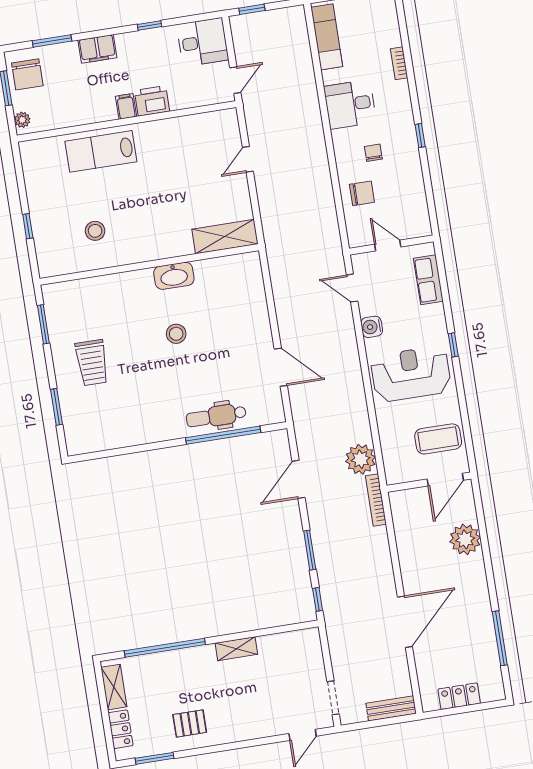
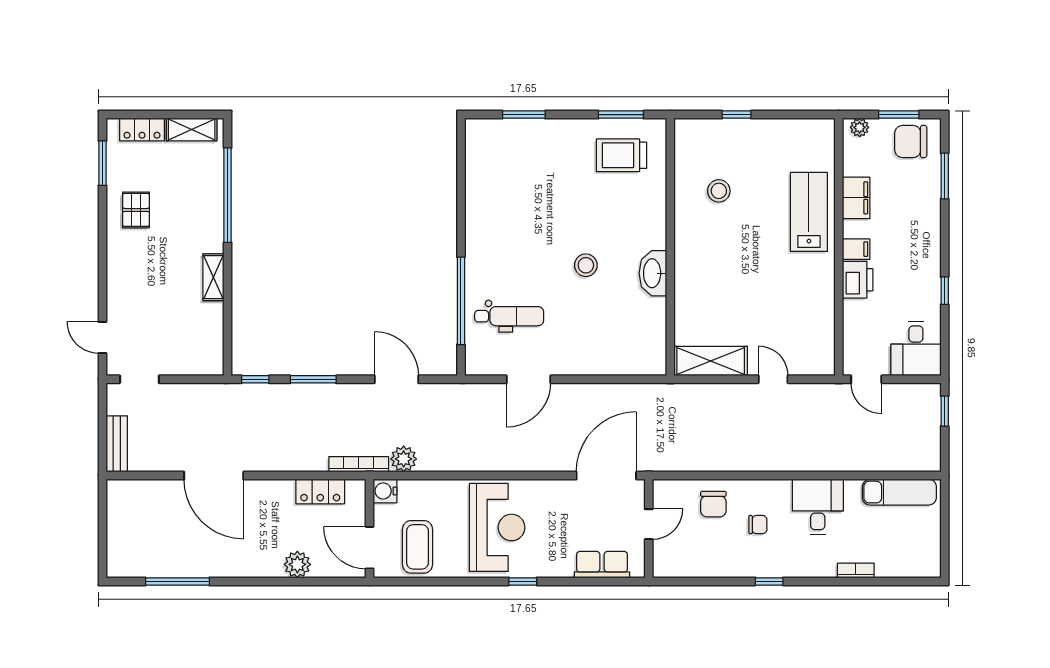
filing cabinet: (97, 49) -> (856, 198), moved, turned 180
shelving: (225, 237) -> (711, 361), moved, turned 90
door: (352, 288) -> (606, 476), width x1.88
water cooler: (372, 327) -> (385, 491), moved, turned -90
trolley: (92, 363) -> (622, 155), moved
dental chair: (216, 416) -> (509, 316), moved, turned 90
plant: (361, 459) -> (404, 459), width x0.73, depth x0.73
plant: (465, 539) -> (297, 564), width x0.73, depth x0.73
locker: (459, 696) -> (320, 491), moved, turned 90

